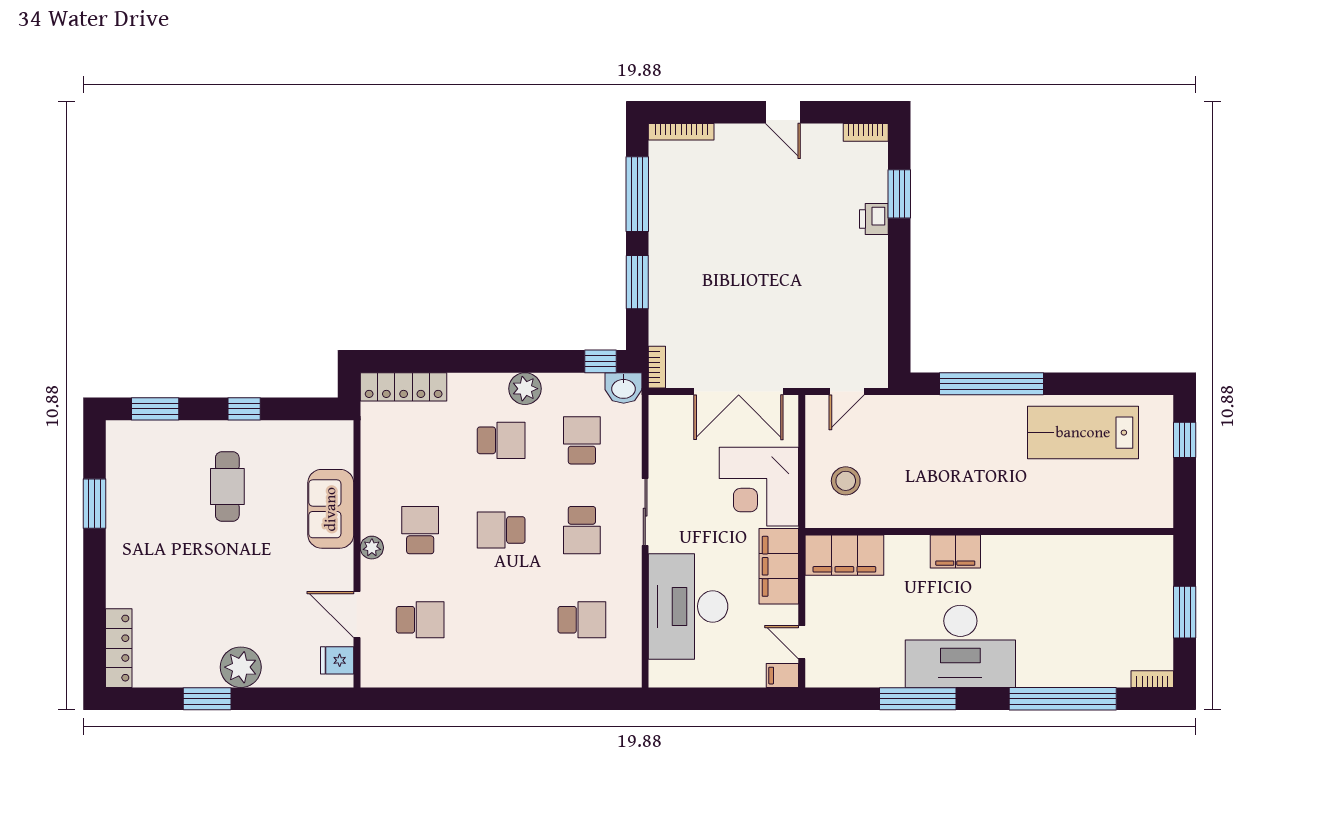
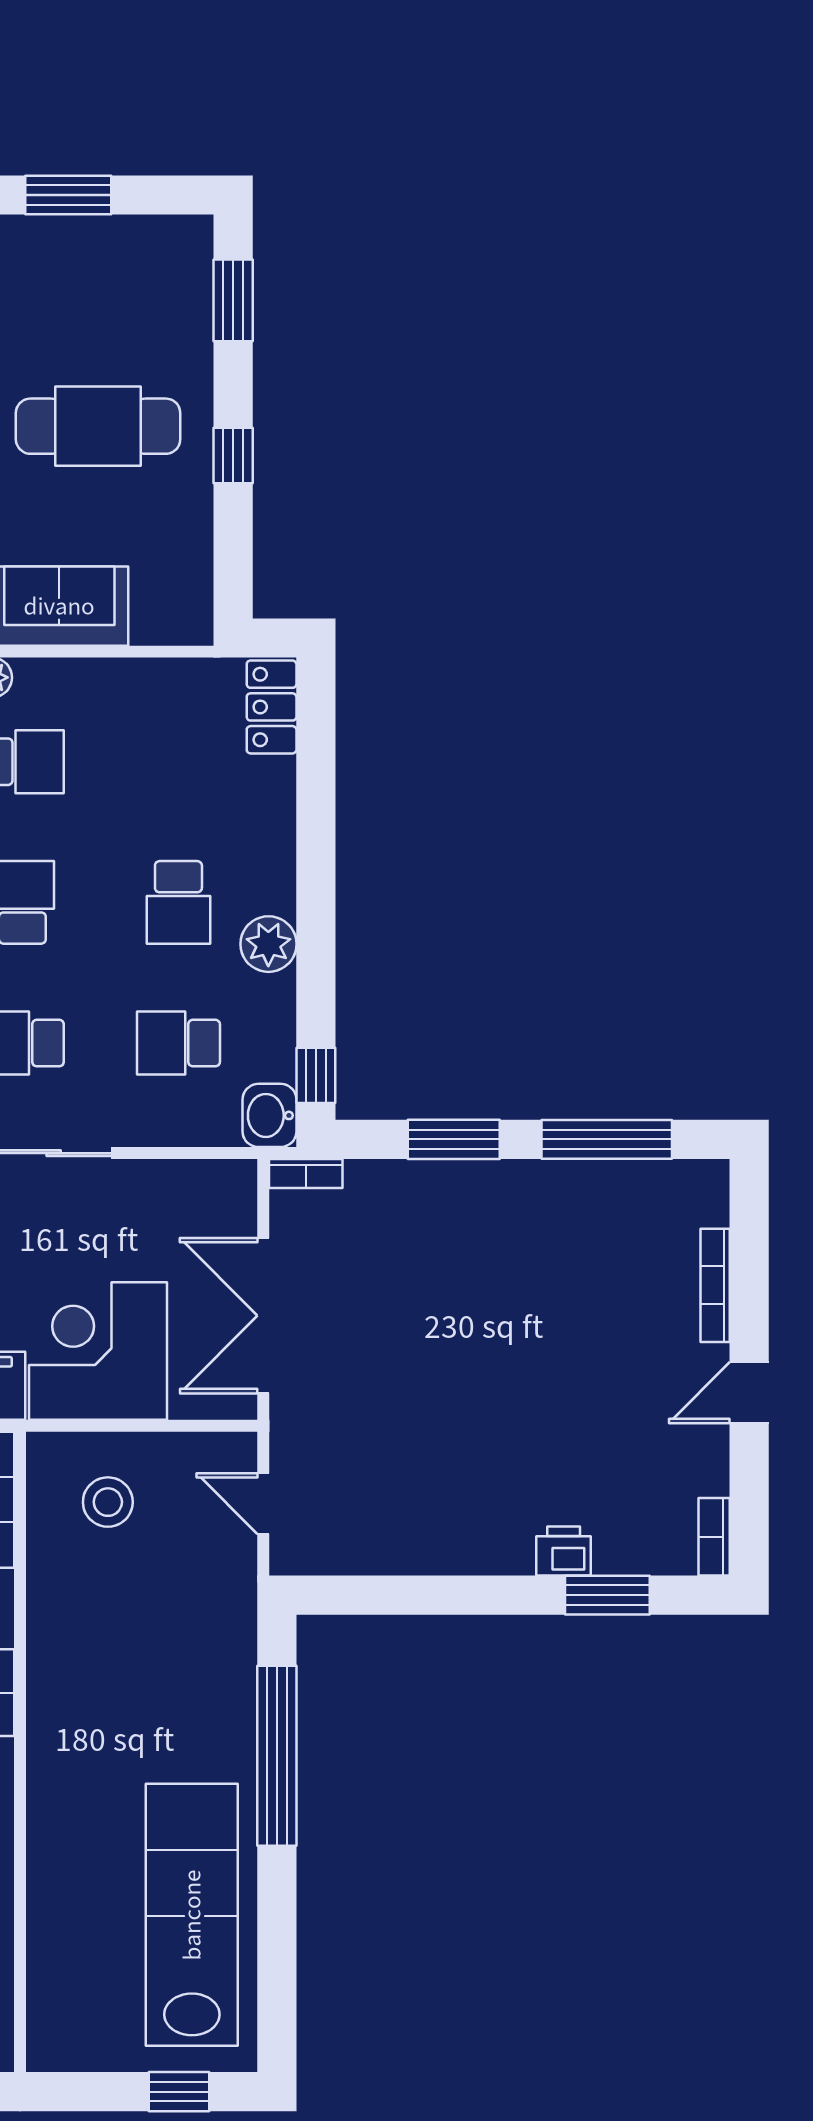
bookcase: (681, 132) -> (715, 1285), moved
locker: (404, 387) -> (272, 707), width x0.66
lab bench: (1083, 433) -> (192, 1915), width x1.36
school desk: (582, 440) -> (178, 1043), turned 180
cafe table: (227, 487) -> (98, 426), width x1.37, depth x1.35

